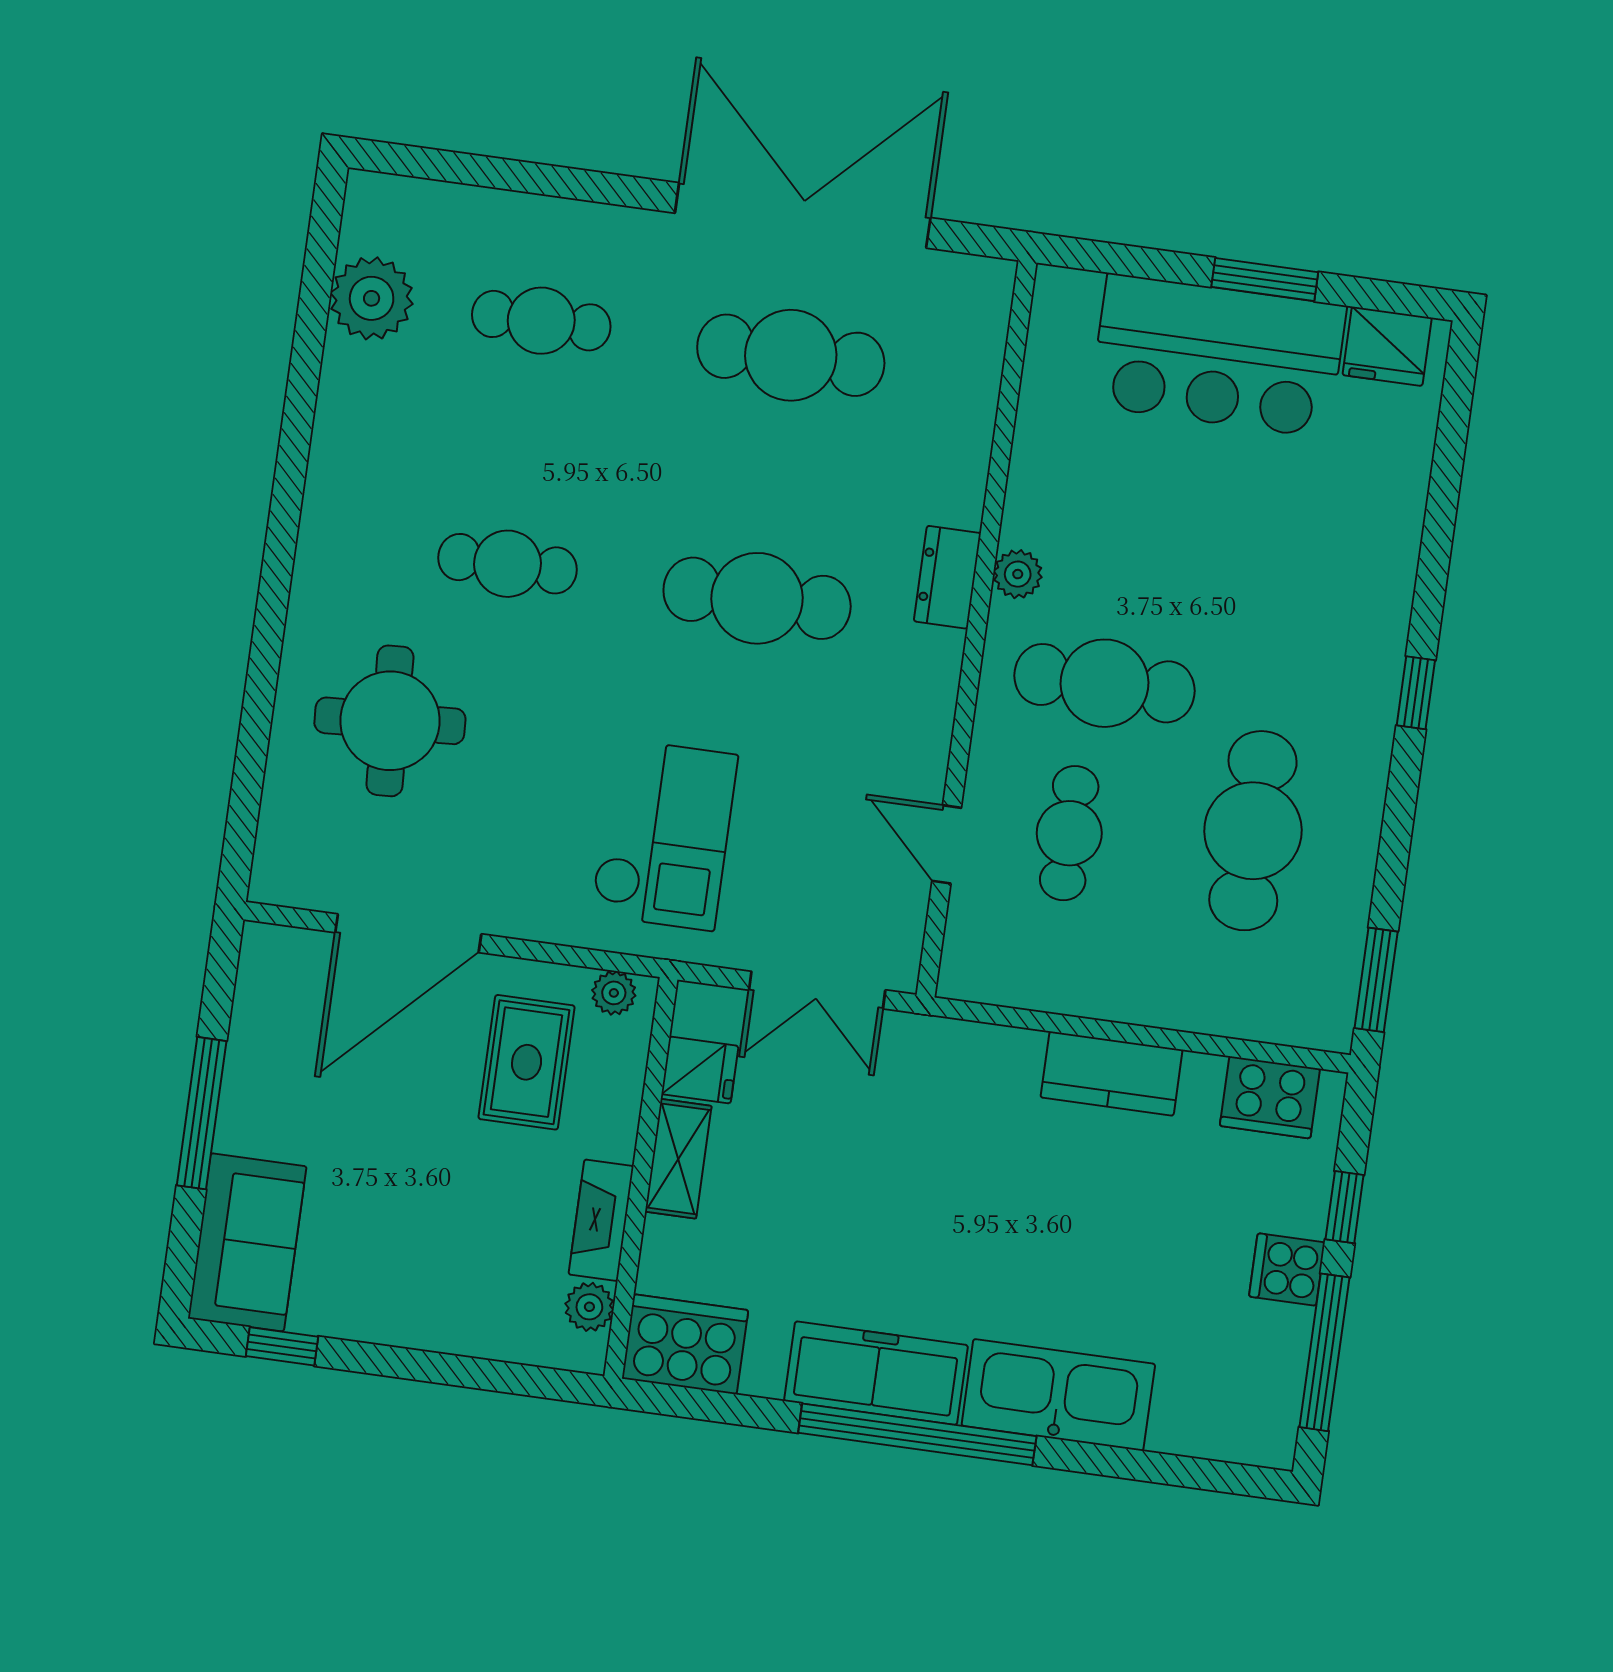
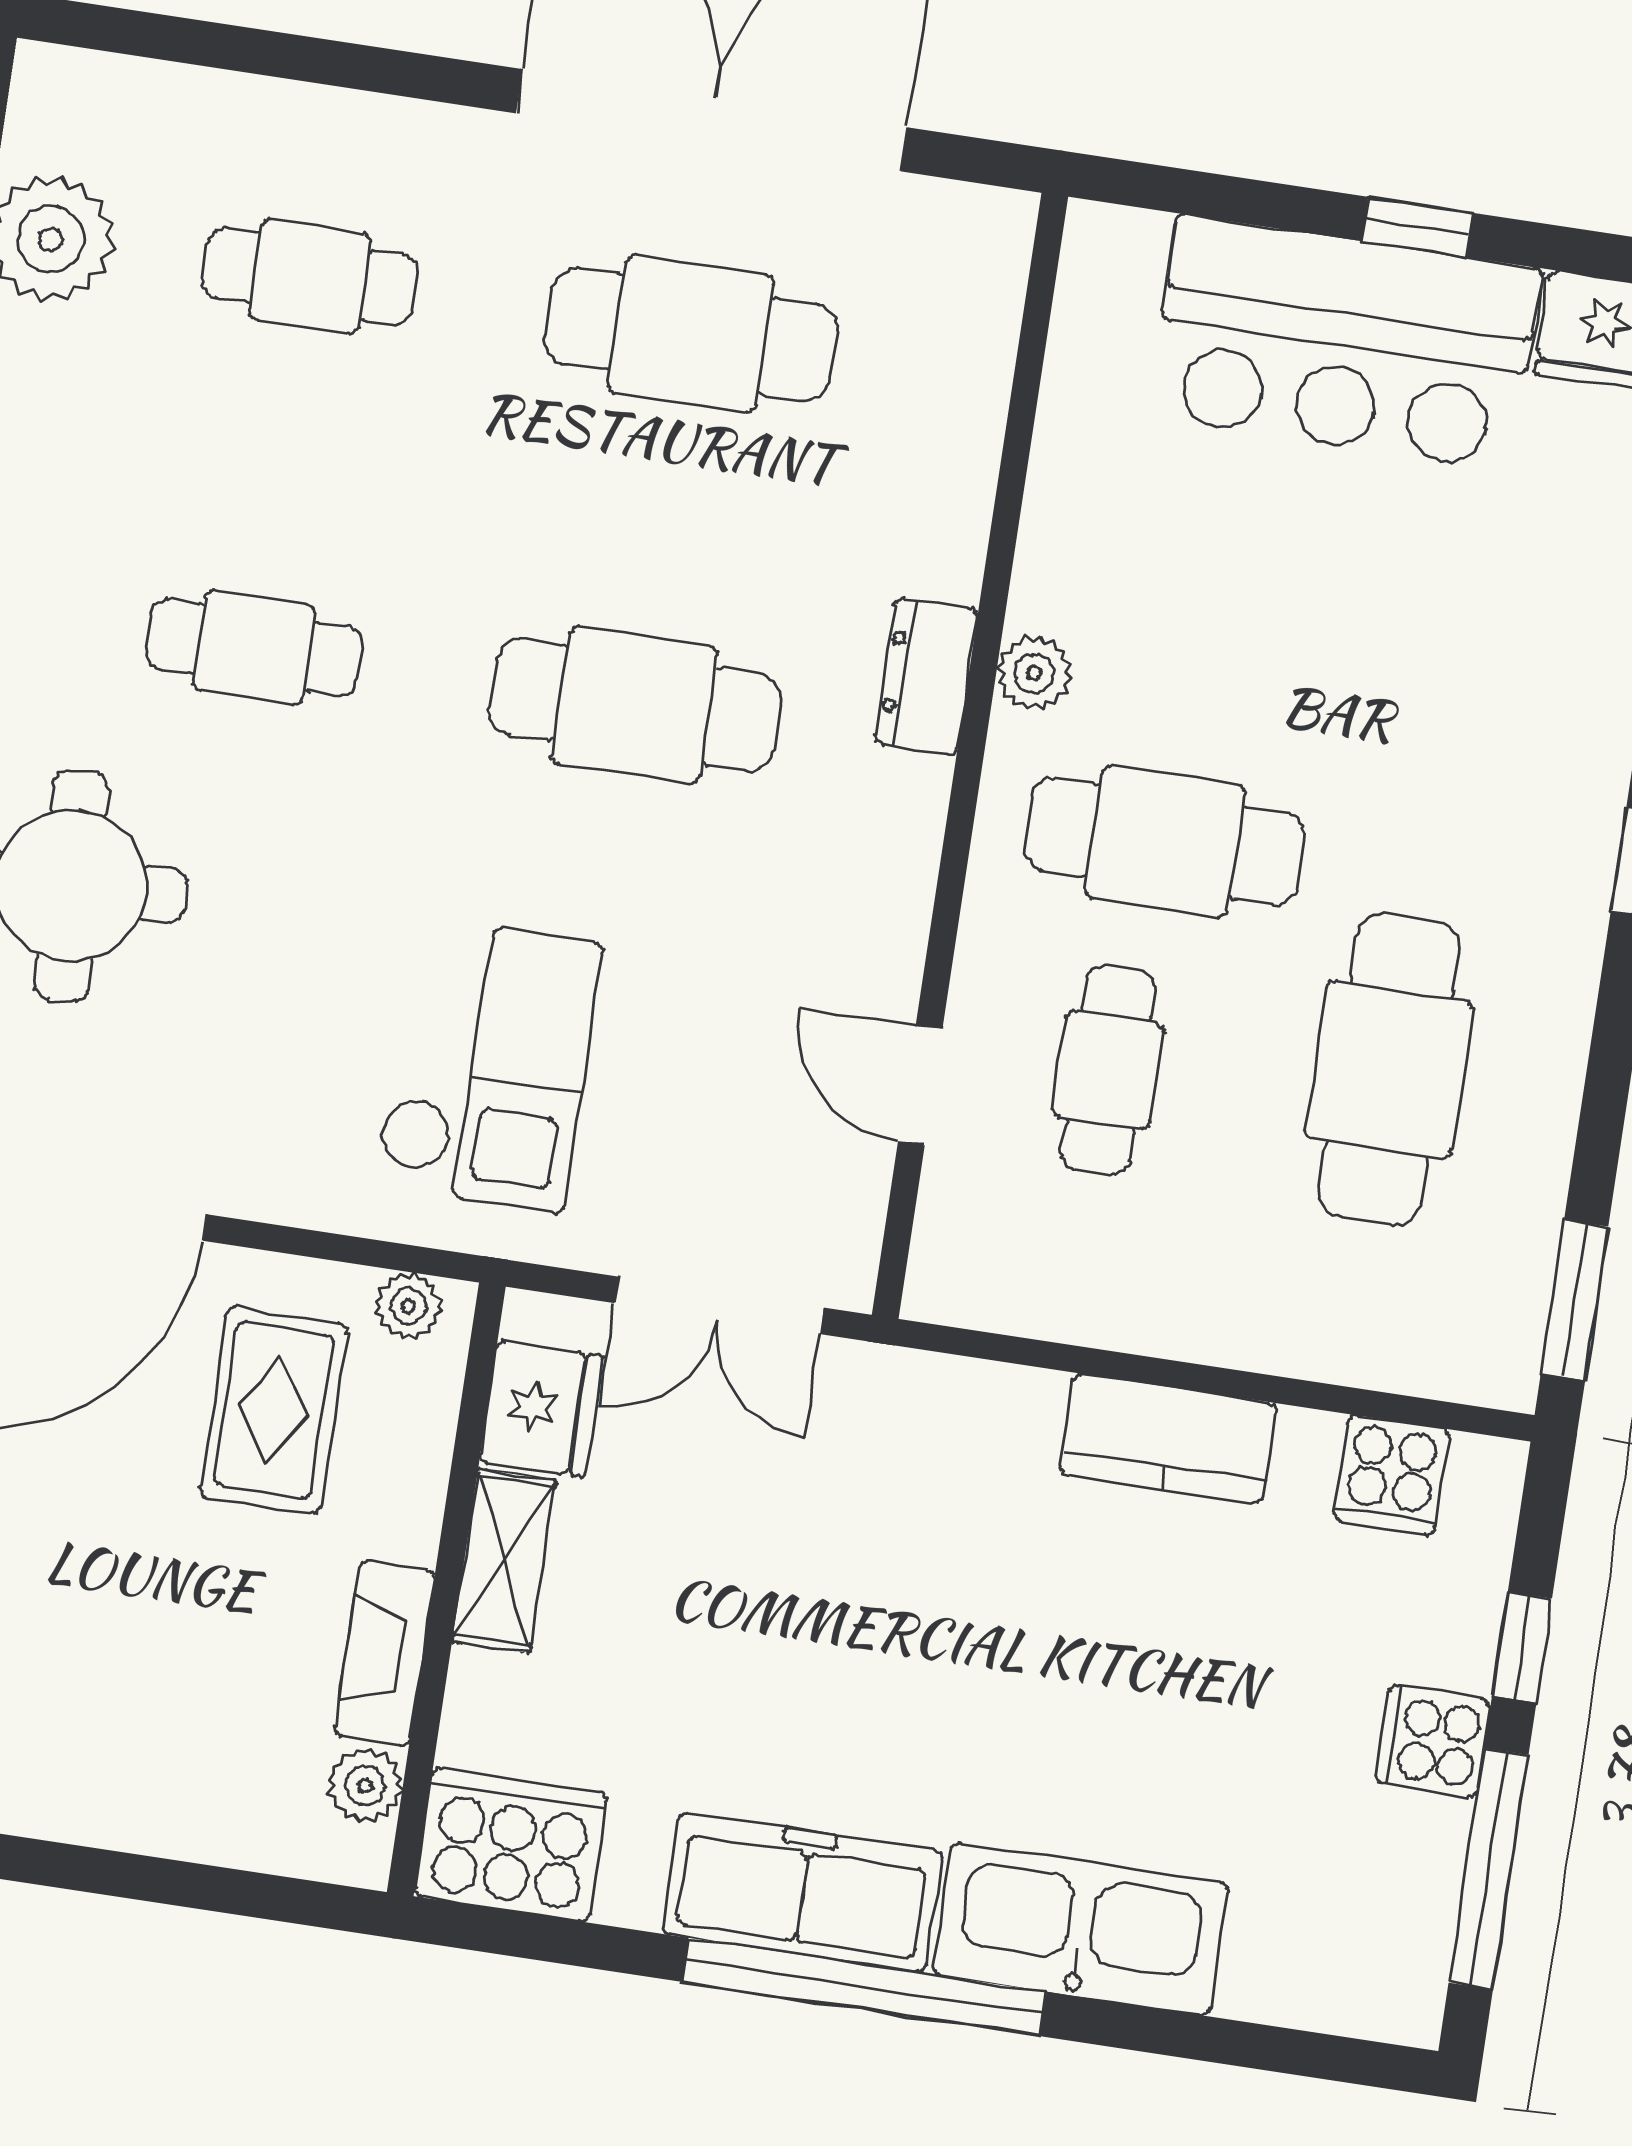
window: (1265, 280) -> (1417, 227), width x0.67
fridge: (700, 1070) -> (541, 1408), width x1.38
cooker: (1270, 1097) -> (1391, 1475), width x0.73

